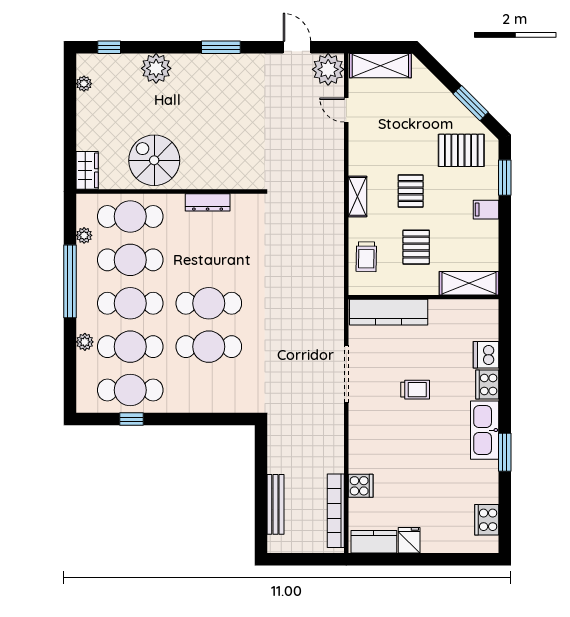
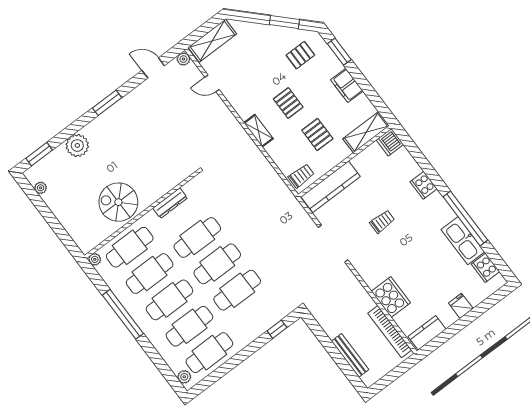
window: (109, 47) -> (39, 154), width x1.50
plant: (328, 69) -> (183, 59), width x0.53, depth x0.53
pallet: (461, 150) -> (300, 55), width x0.67, depth x0.71
wardrobe: (87, 170) -> (82, 239), removed
filing cabinet: (486, 210) -> (347, 85), width x2.00
plant: (84, 235) -> (95, 259), moved
trolley: (366, 257) -> (301, 176), moved, turned -91
cafe table: (209, 260) -> (197, 237), added
plant: (85, 342) -> (184, 377), moved
dishwasher: (486, 355) -> (390, 142), moved
window: (131, 419) -> (277, 329), moved
kitchen sink: (485, 430) -> (463, 241), moved
window: (505, 452) -> (465, 218), width x2.11
cooker: (361, 486) -> (391, 297), width x1.87, depth x1.31
fridge: (409, 540) -> (461, 306), moved

